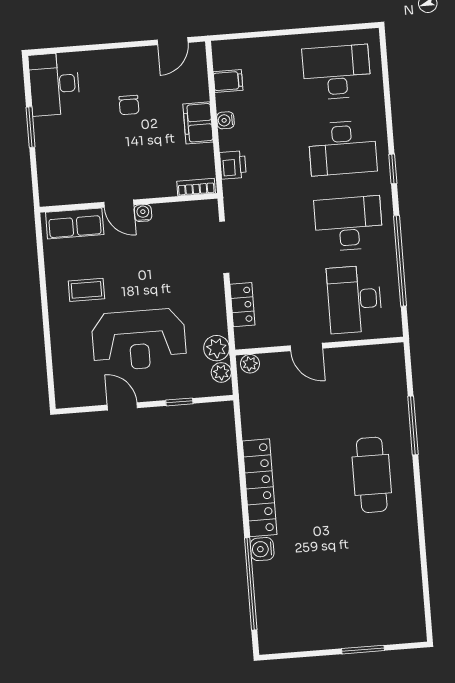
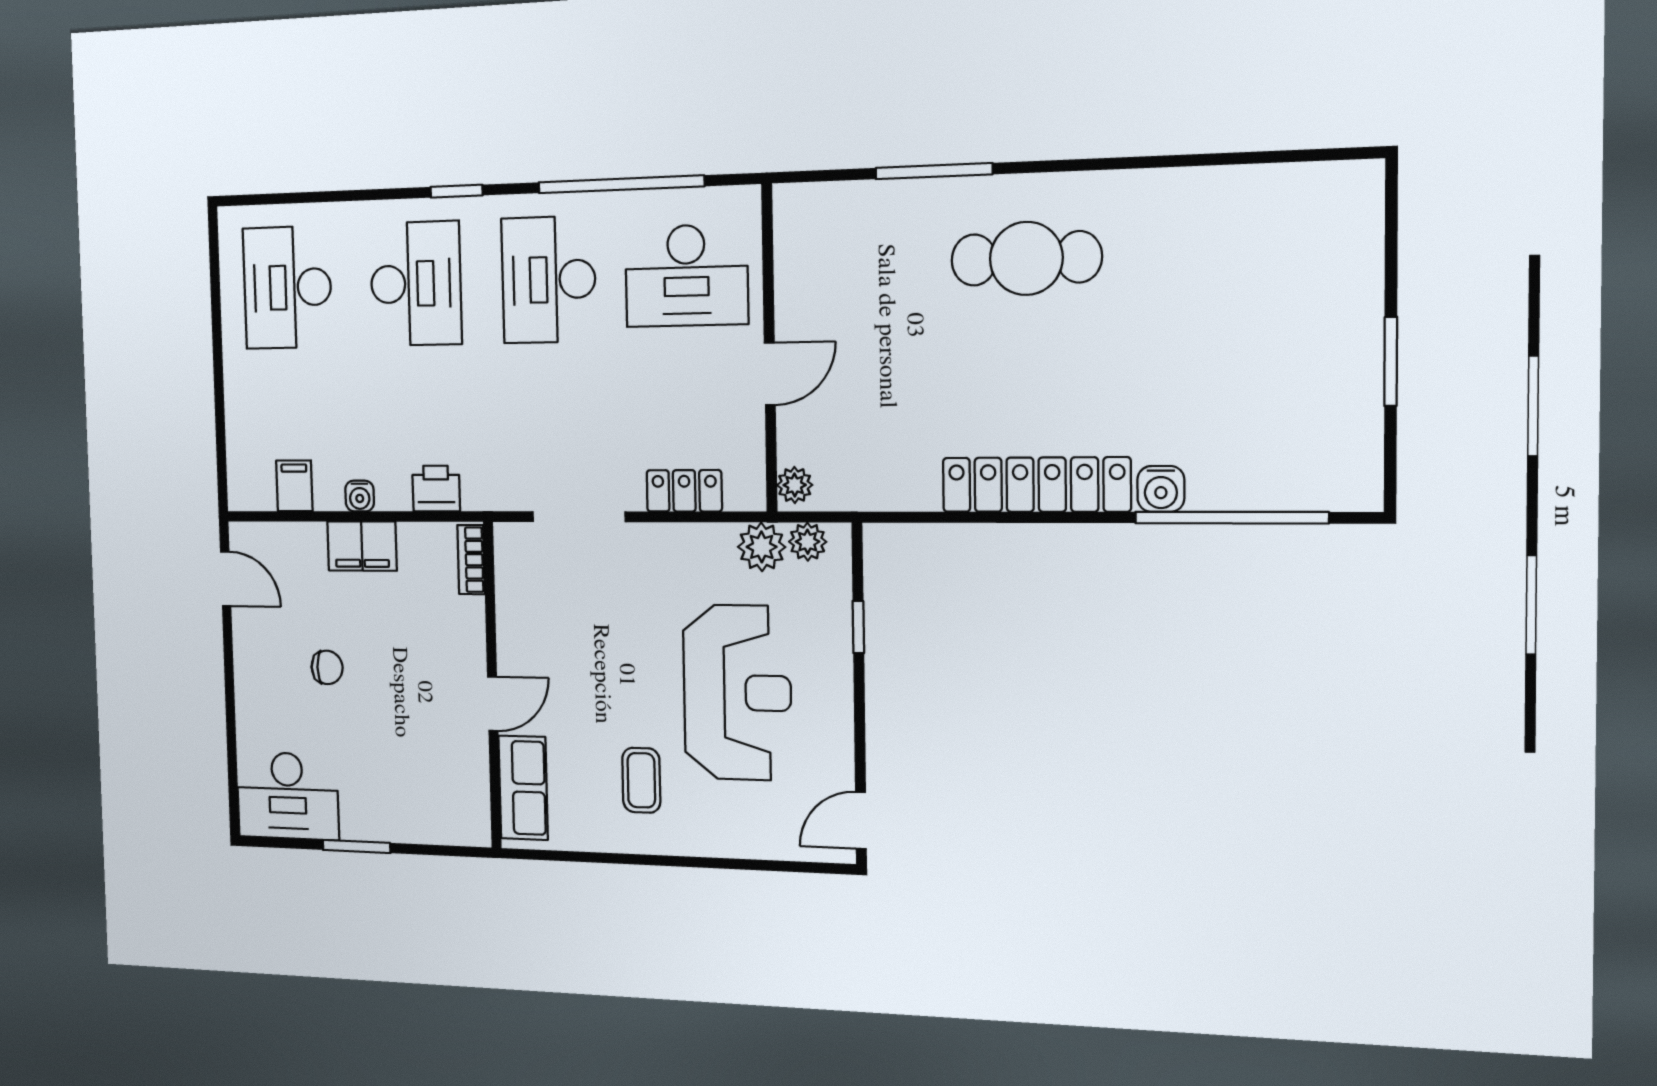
water cooler: (143, 213) -> (511, 661), removed
door: (122, 406) -> (861, 820), moved
window: (363, 650) -> (1391, 361), moved

